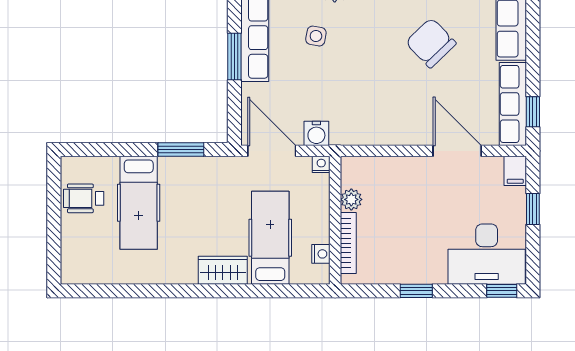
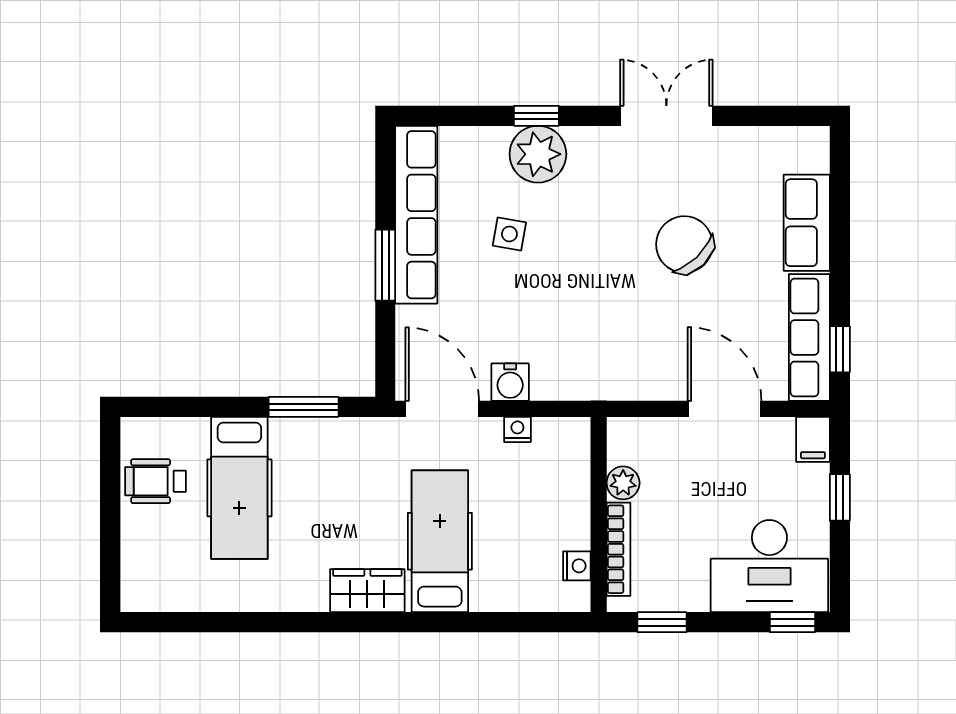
plant: (351, 199) -> (623, 483), moved
wall: (335, 220) -> (599, 515), moved
bookcase: (348, 243) -> (619, 549), moved
nightstand: (321, 254) -> (577, 566), moved

